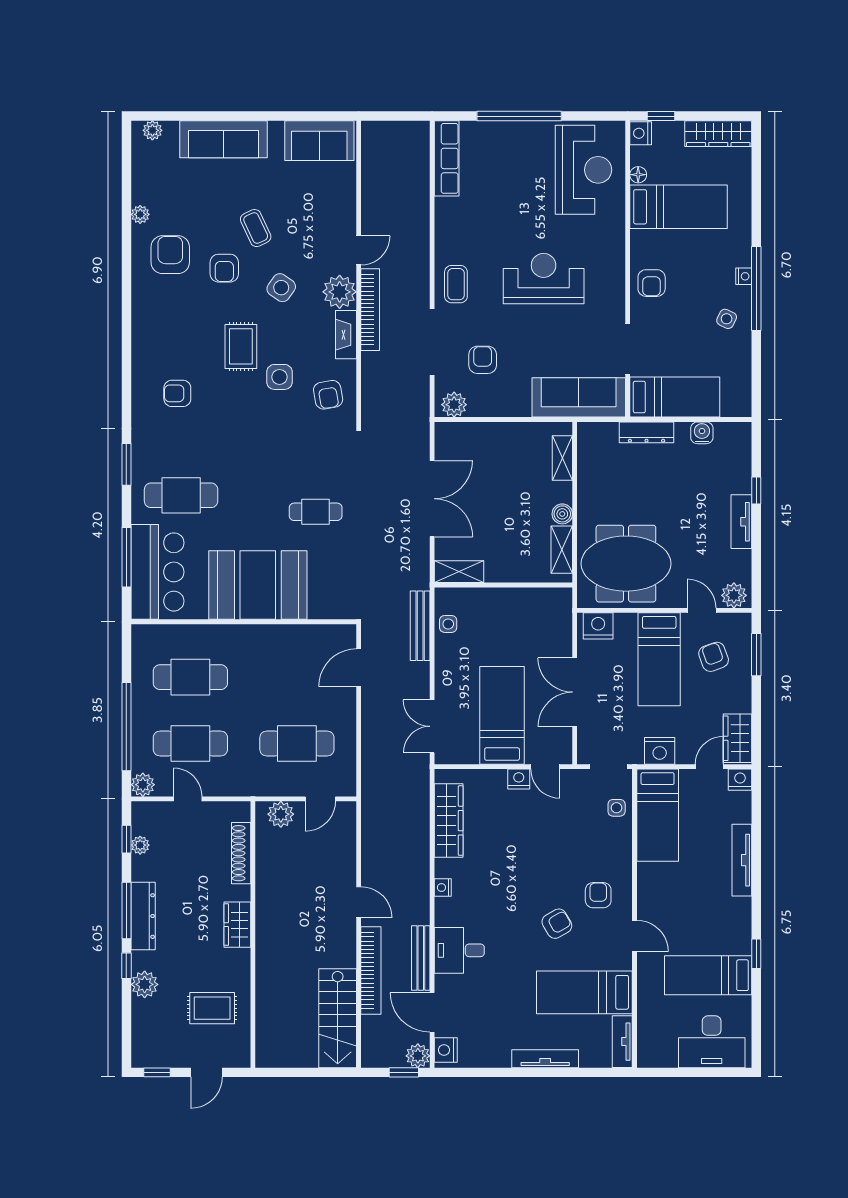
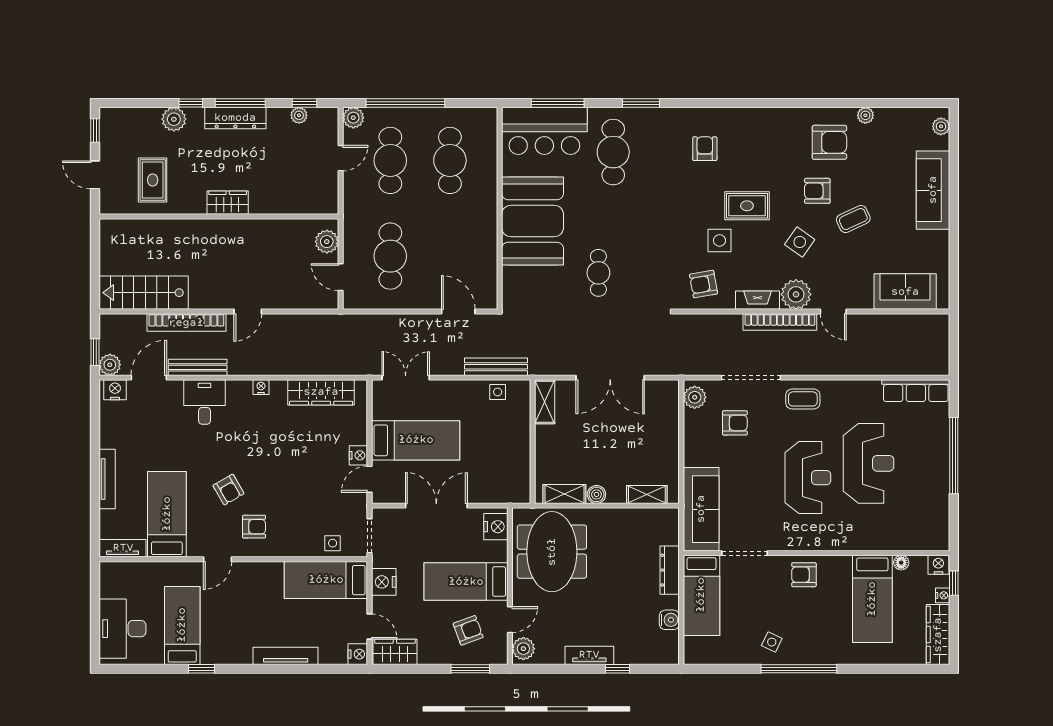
sofa: (319, 141) -> (905, 292), moved, turned 90
reception desk: (584, 170) -> (869, 463), moved, turned -90
nightstand: (744, 276) -> (943, 595), moved, turned -90
shoe rack: (241, 853) -> (292, 206), removed

